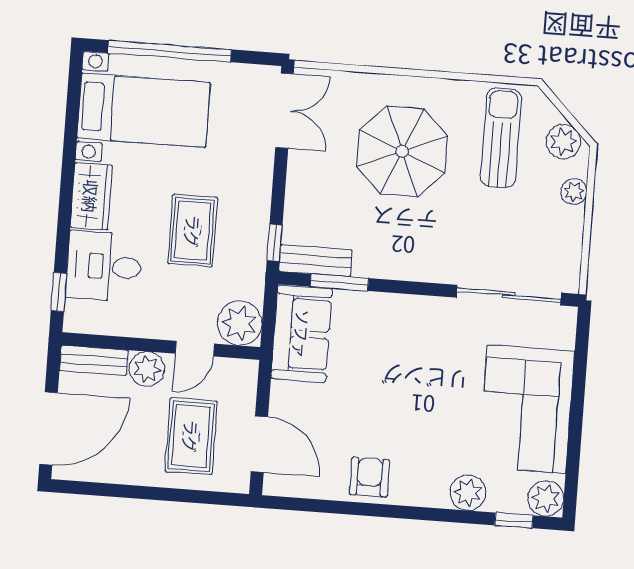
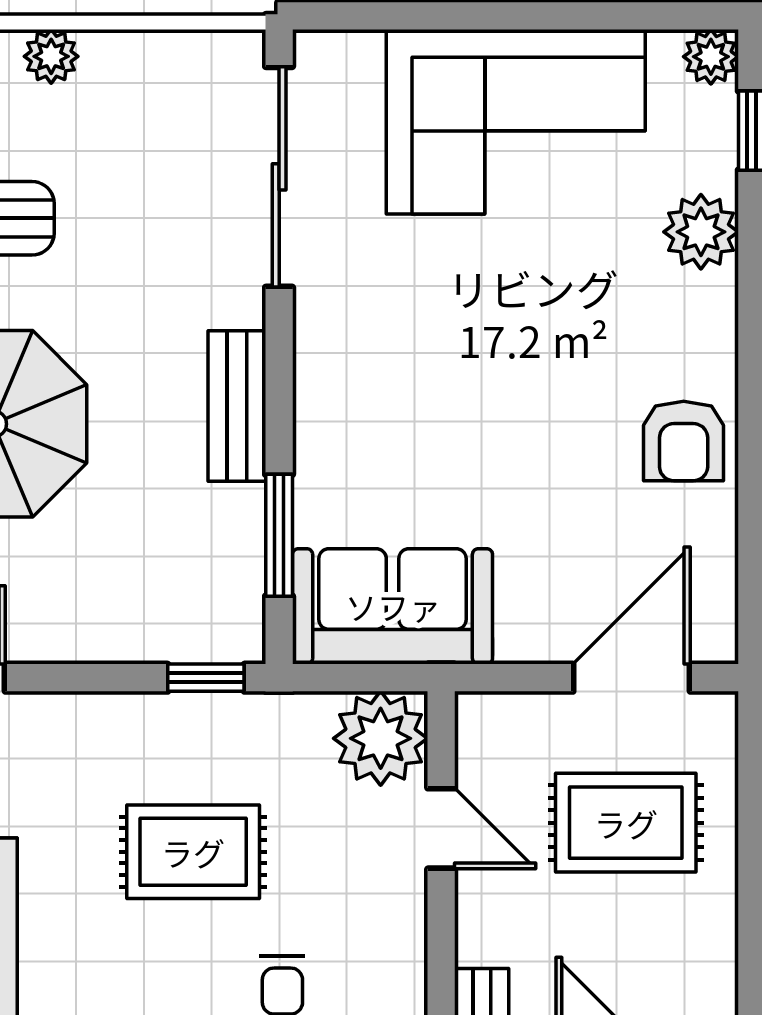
bench: (315, 261) -> (237, 406), moved
plant: (147, 369) -> (492, 926), removed
armchair: (369, 477) -> (684, 441), turned -90
plant: (546, 498) -> (711, 57), width x0.73, depth x0.73

